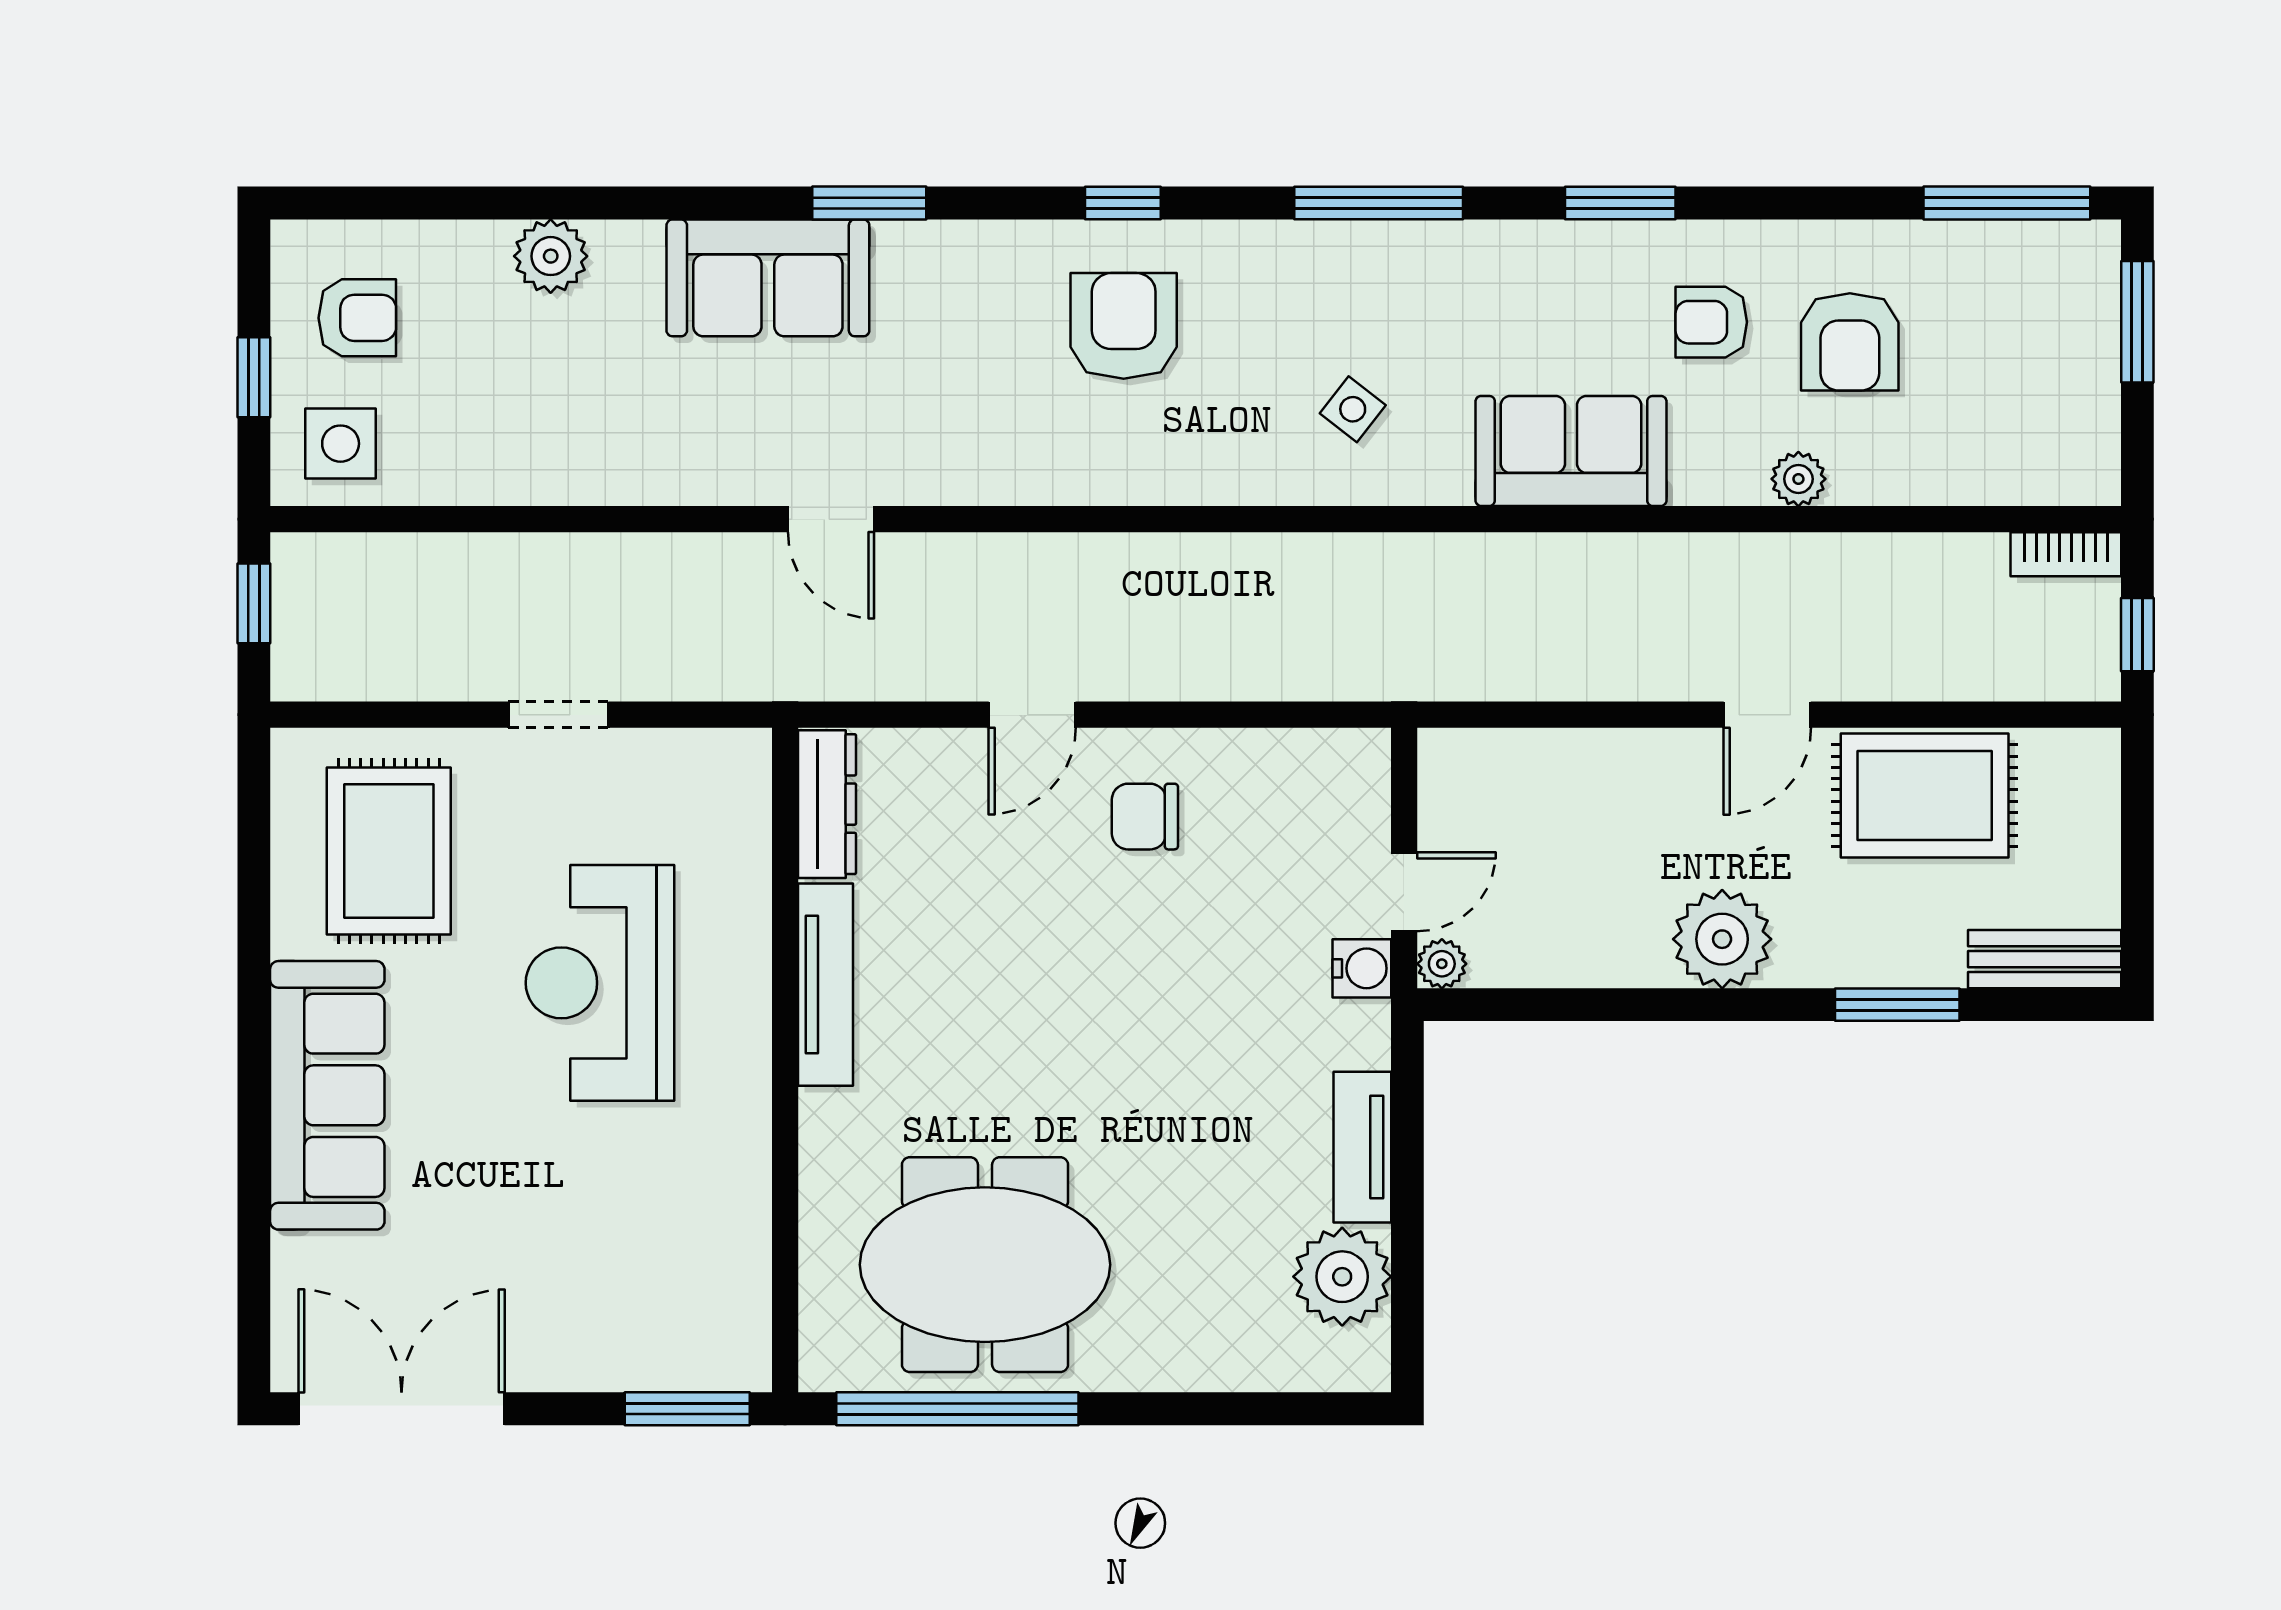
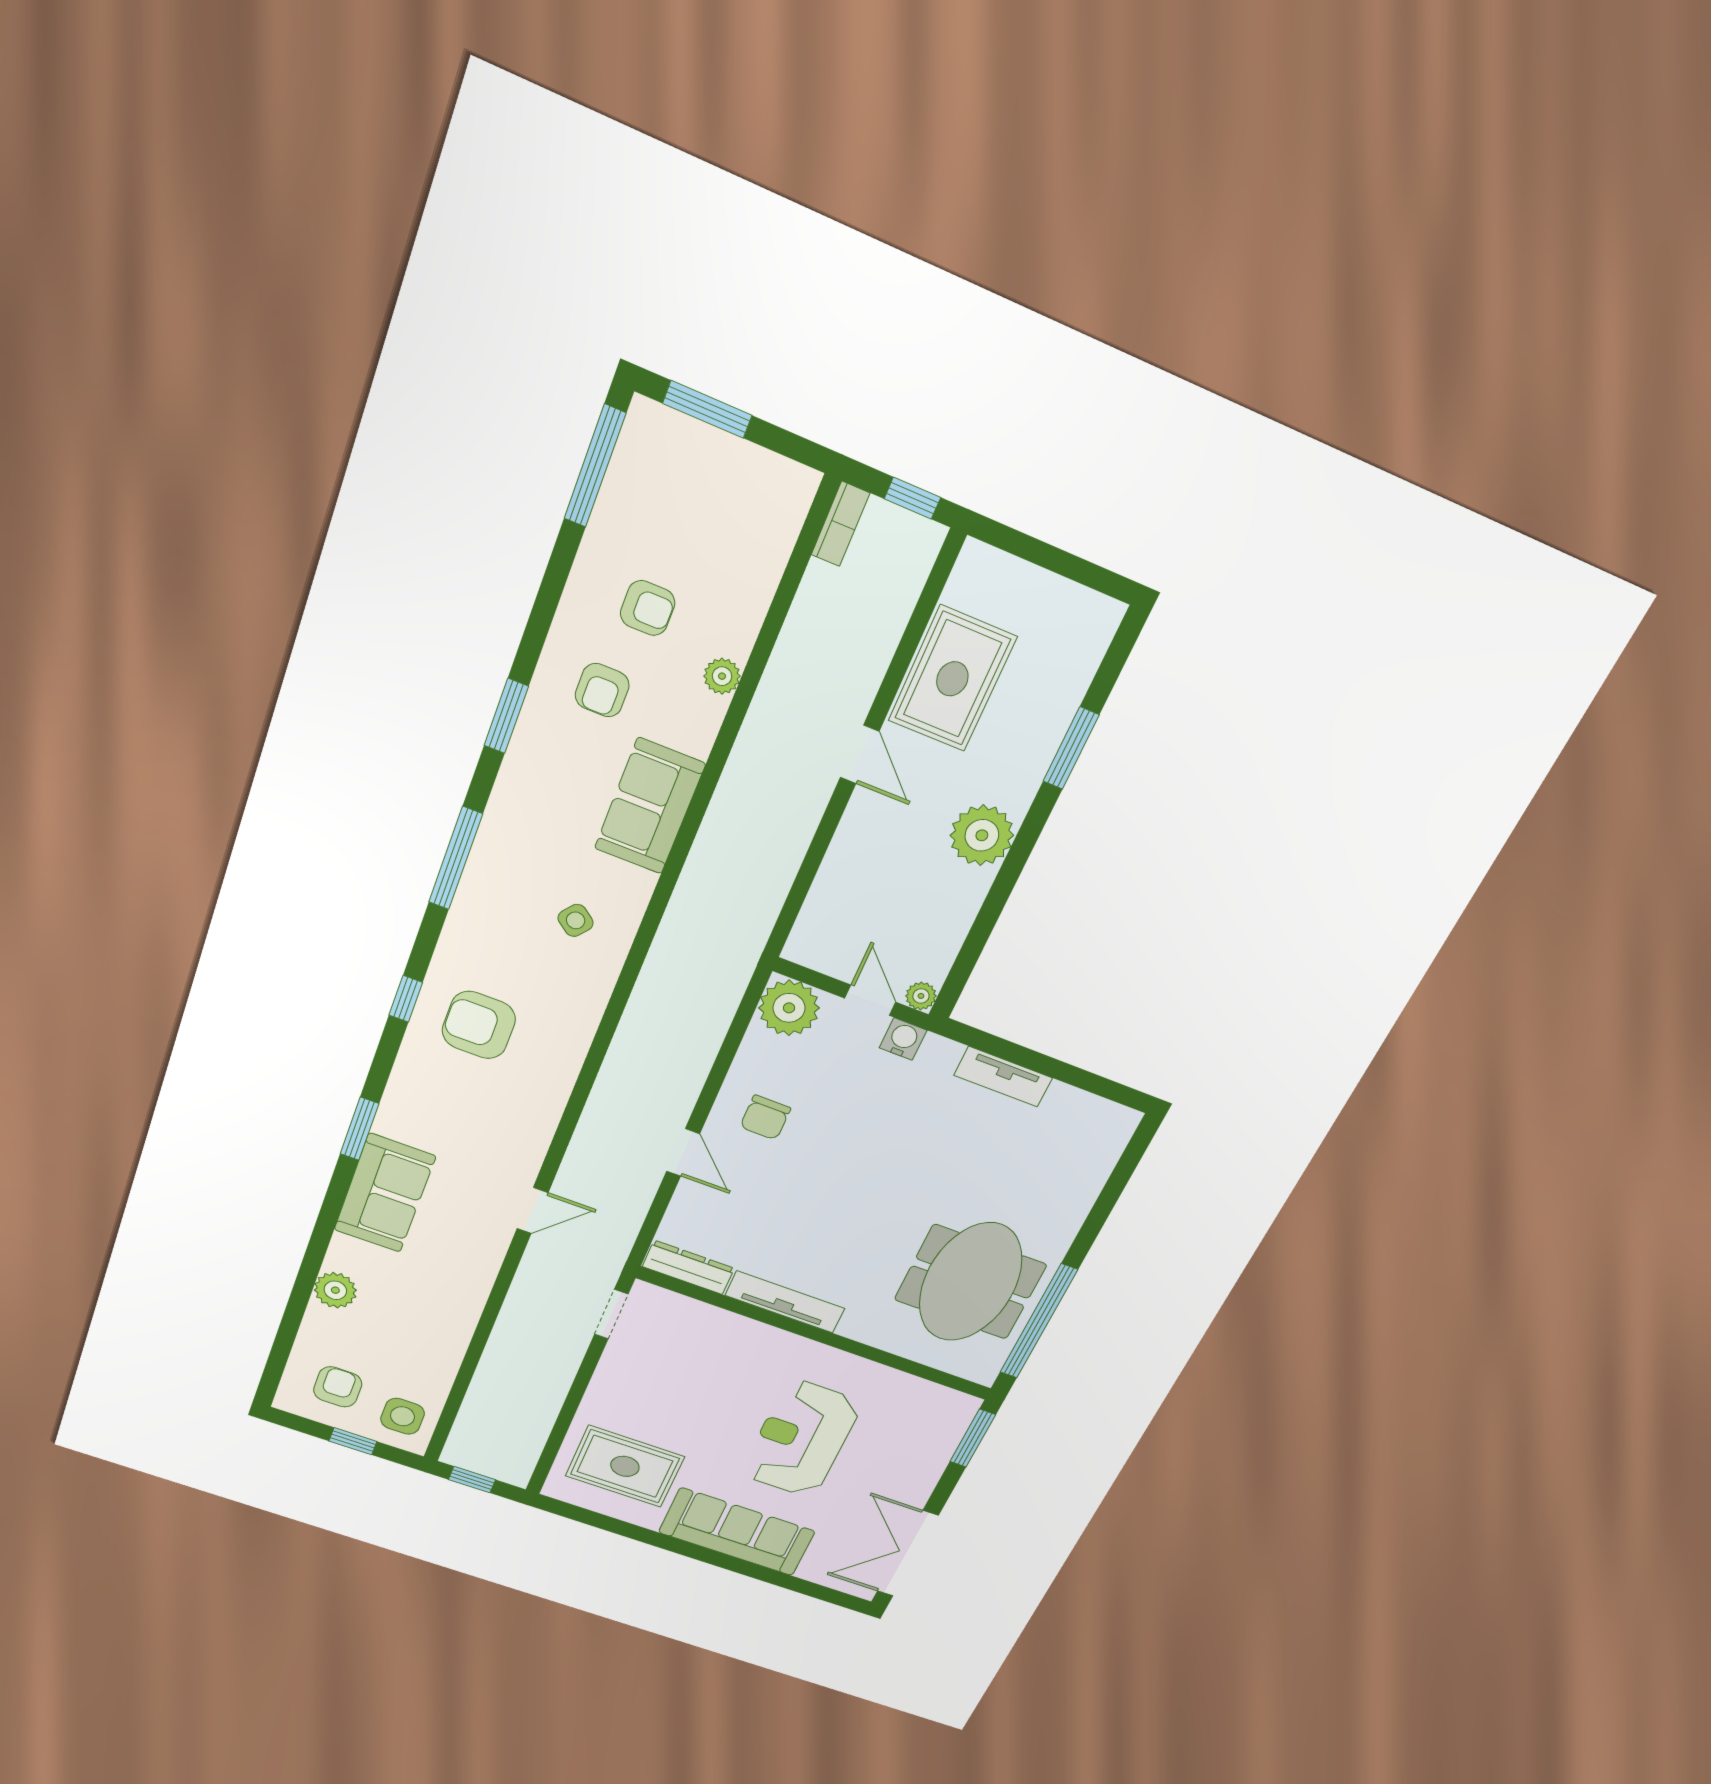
armchair: (1850, 342) -> (648, 608), width x0.72, depth x0.72
doorway: (558, 715) -> (611, 1314), moved
bench: (2045, 959) -> (1088, 646), removed
reception desk: (600, 983) -> (801, 1438), moved, turned 90
plant: (1342, 1277) -> (789, 1008), moved

